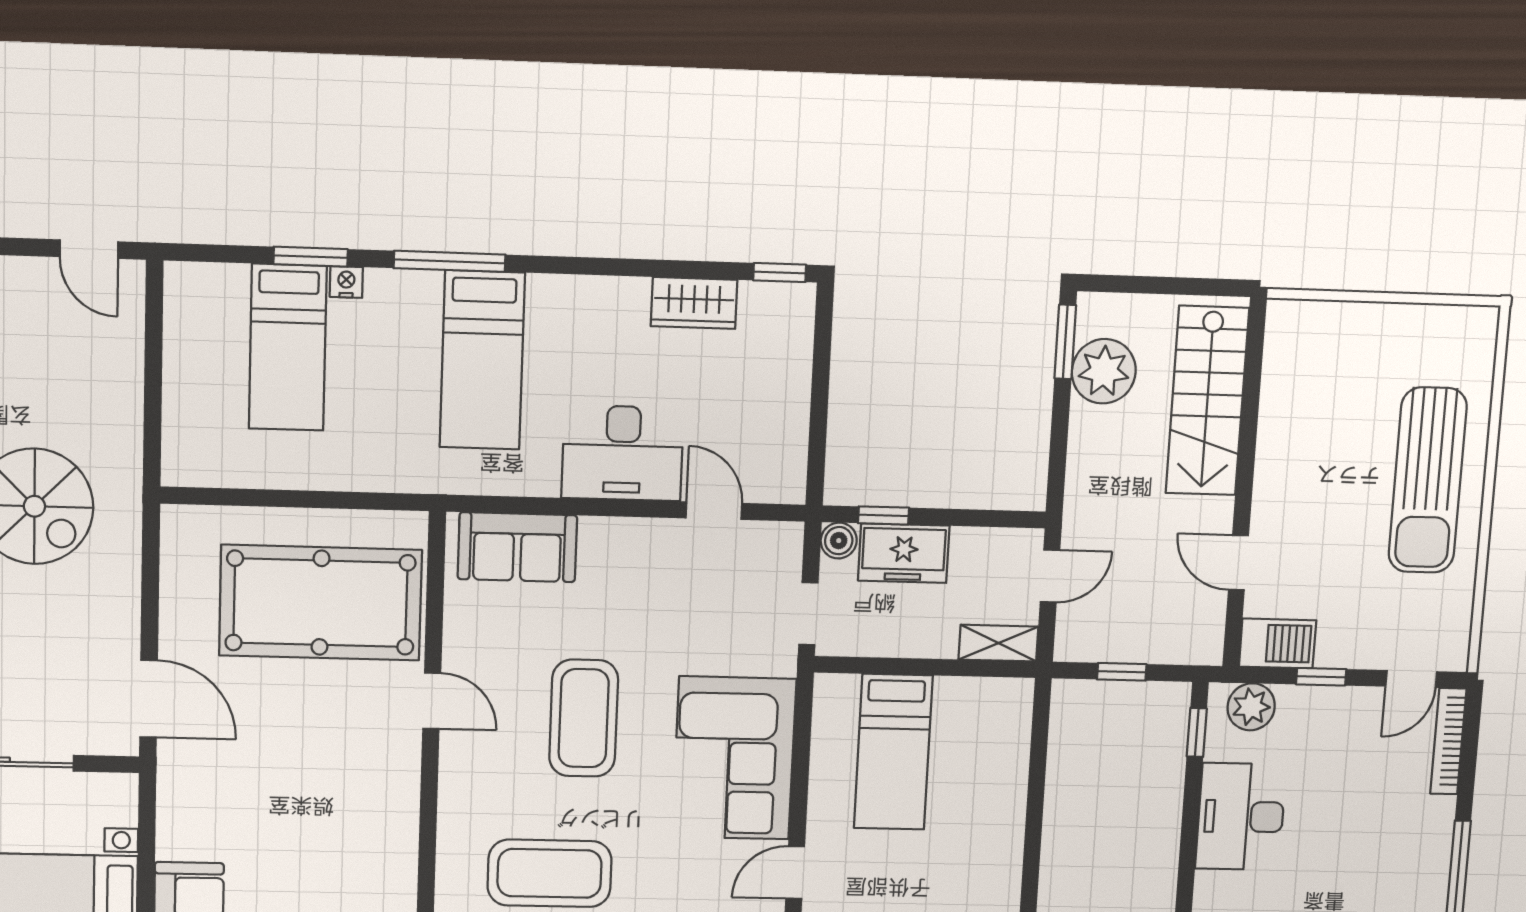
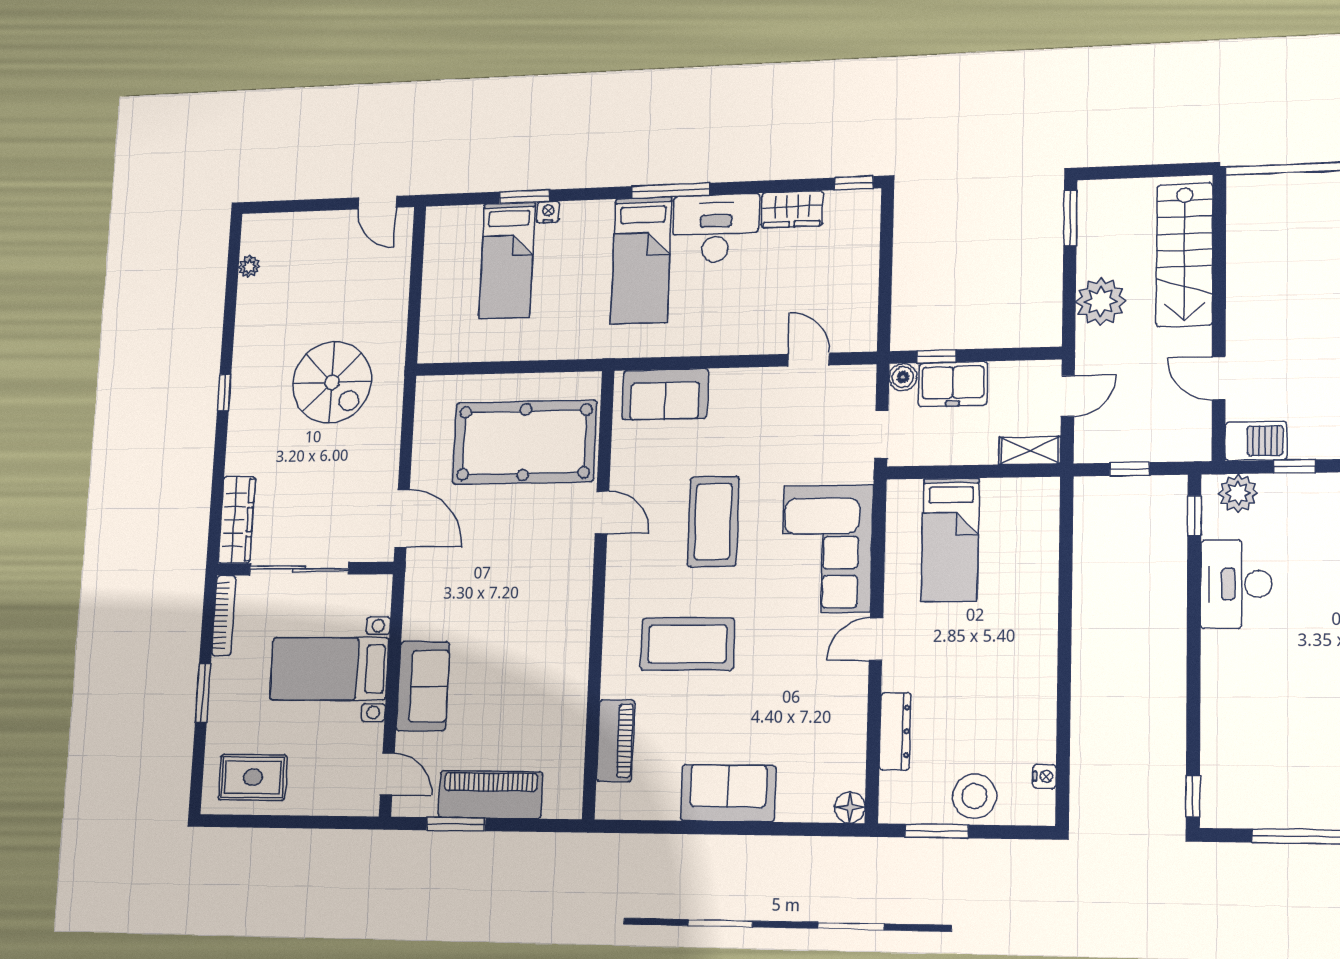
window: (450, 261) -> (670, 191), moved
plant: (1104, 371) -> (1101, 302), moved
desk: (623, 453) -> (716, 228), moved, turned 180

